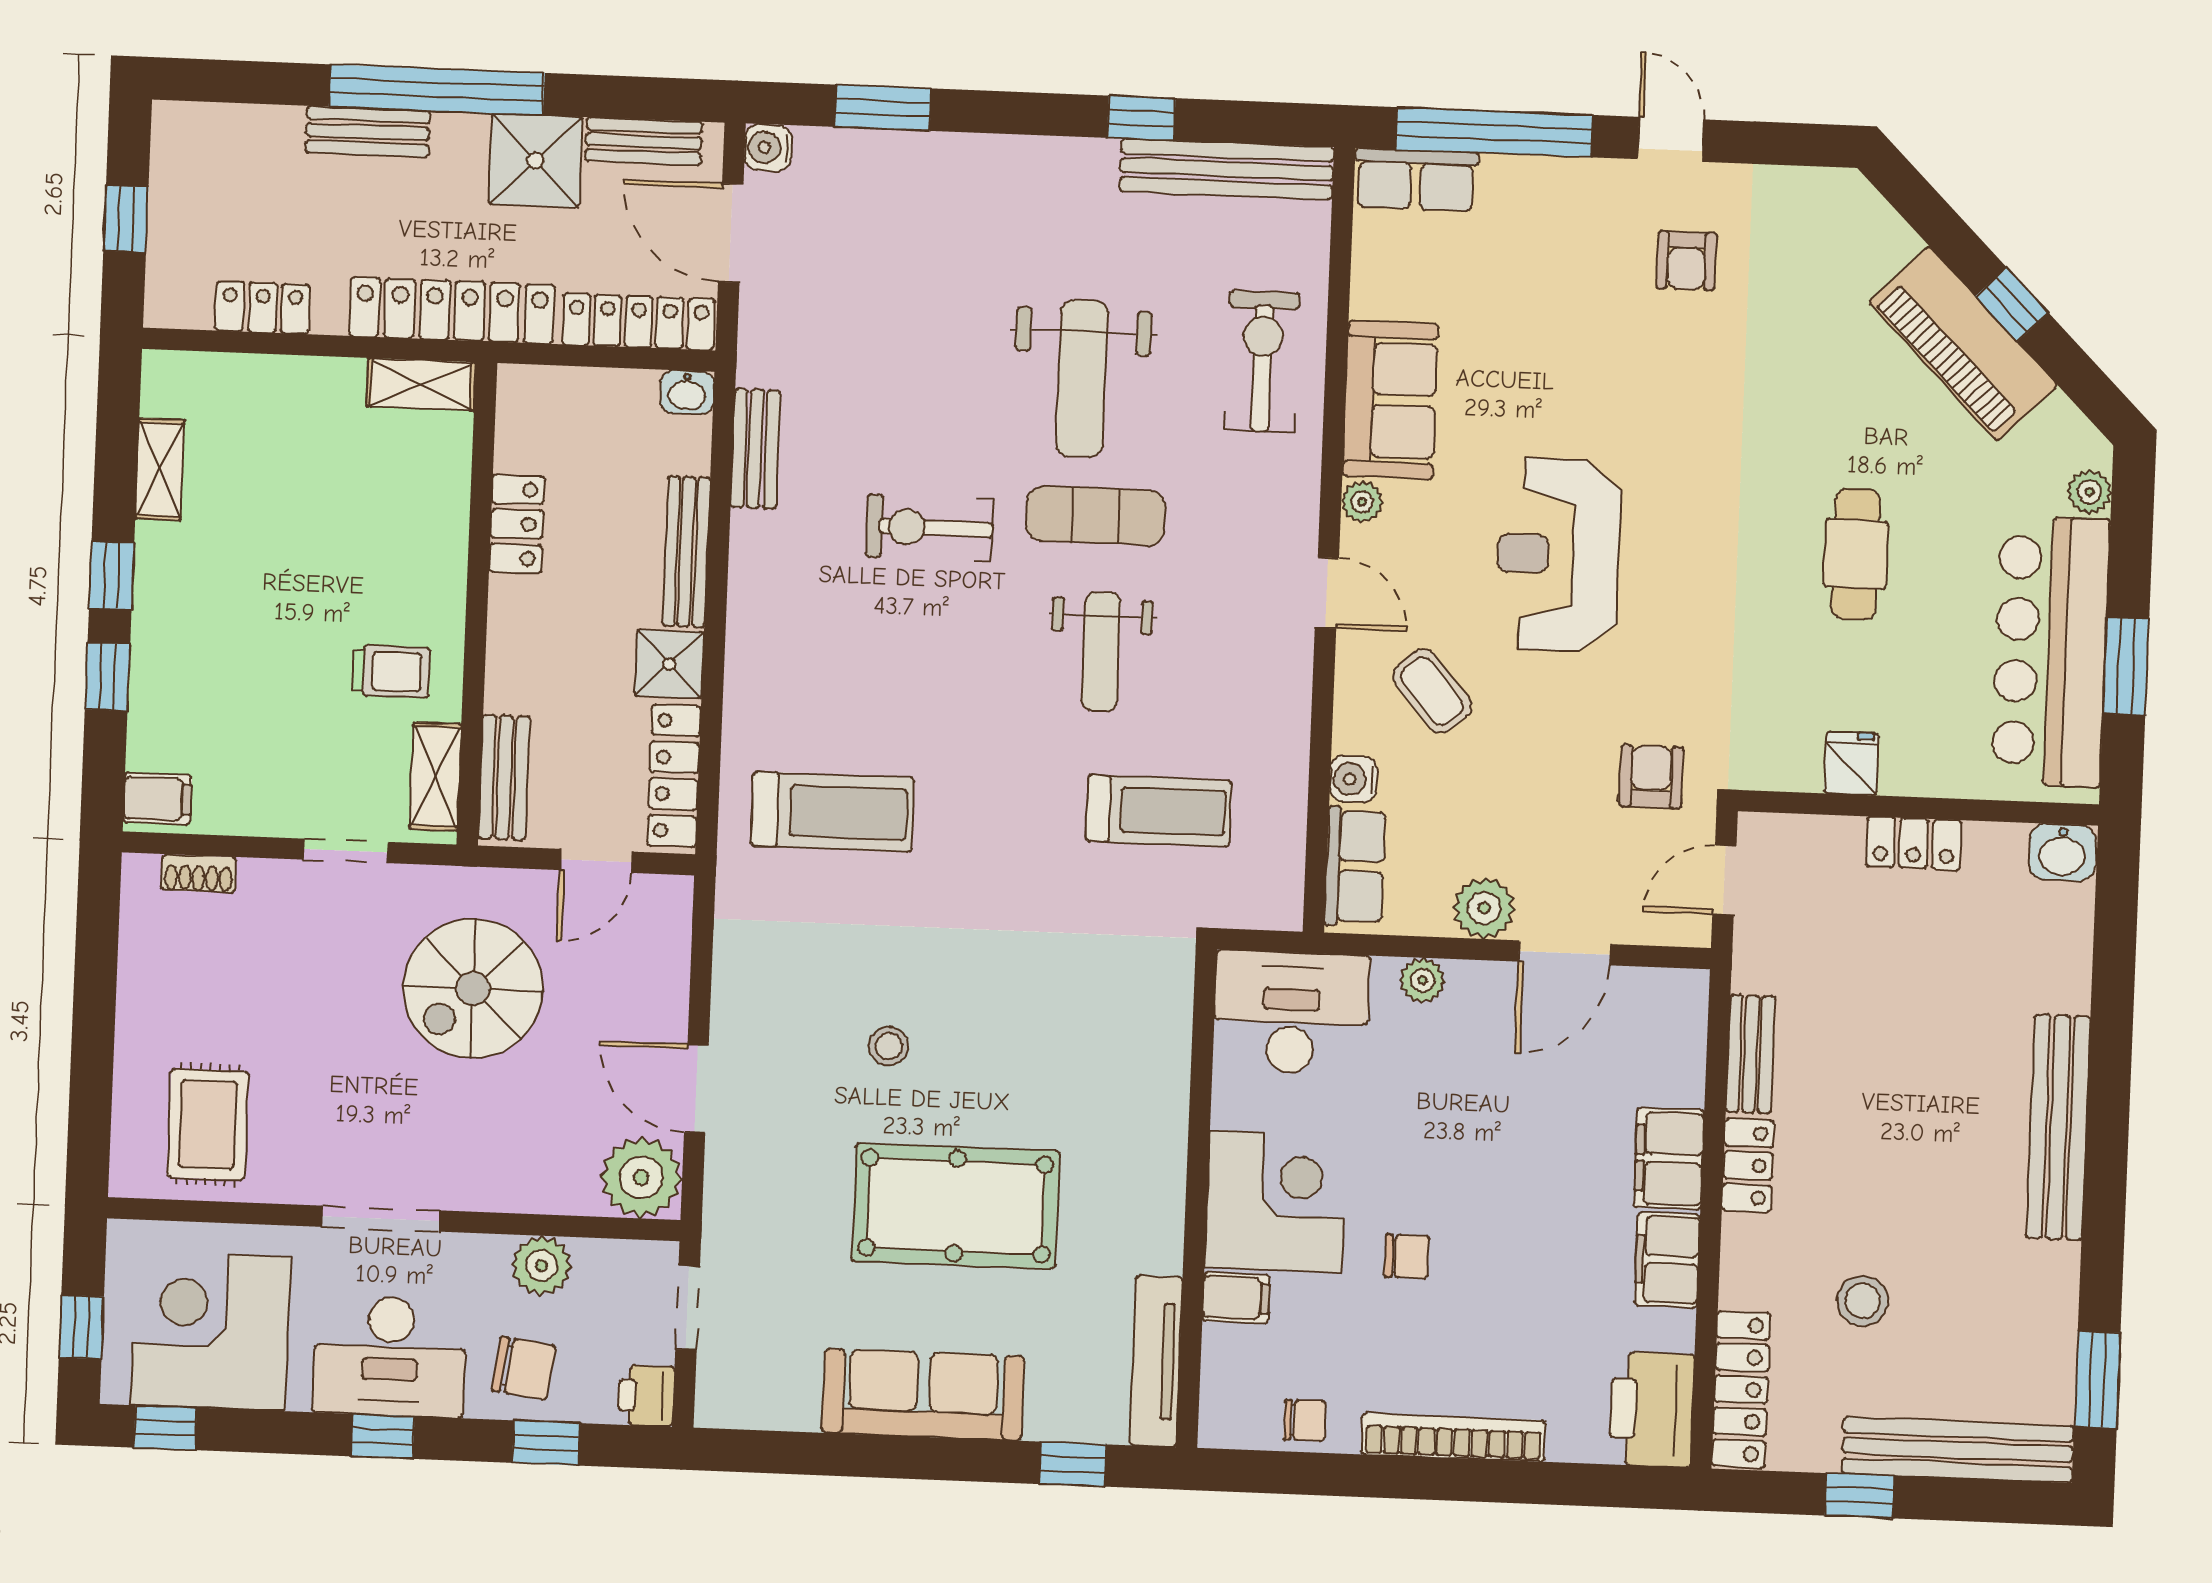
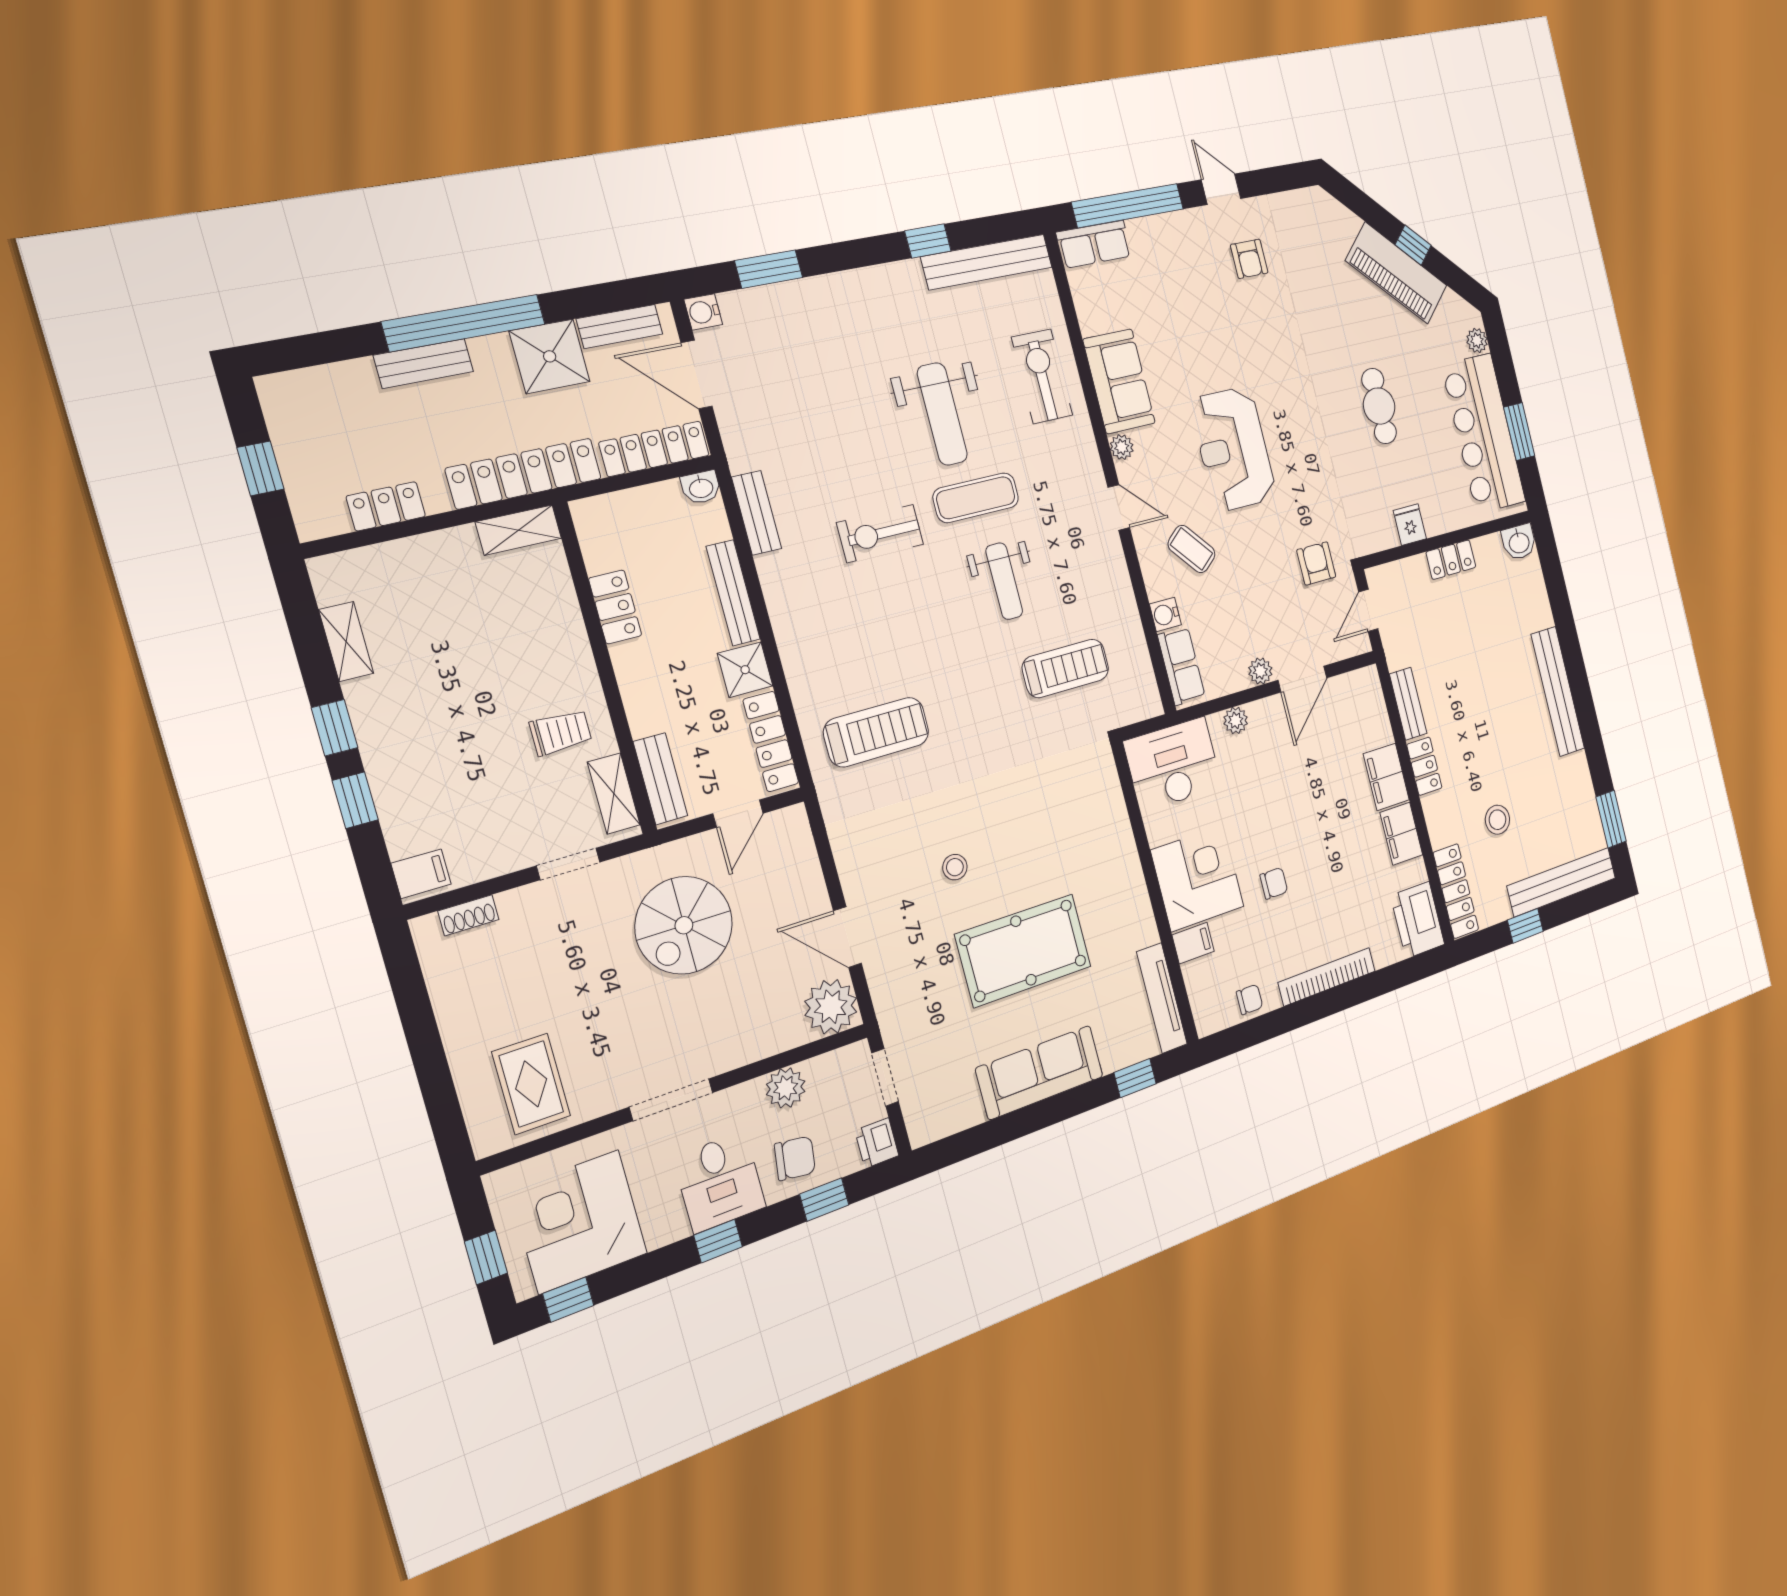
plant: (1484, 908) -> (1260, 671), width x0.73, depth x0.73
desk: (390, 1356) -> (720, 1182), width x0.73

